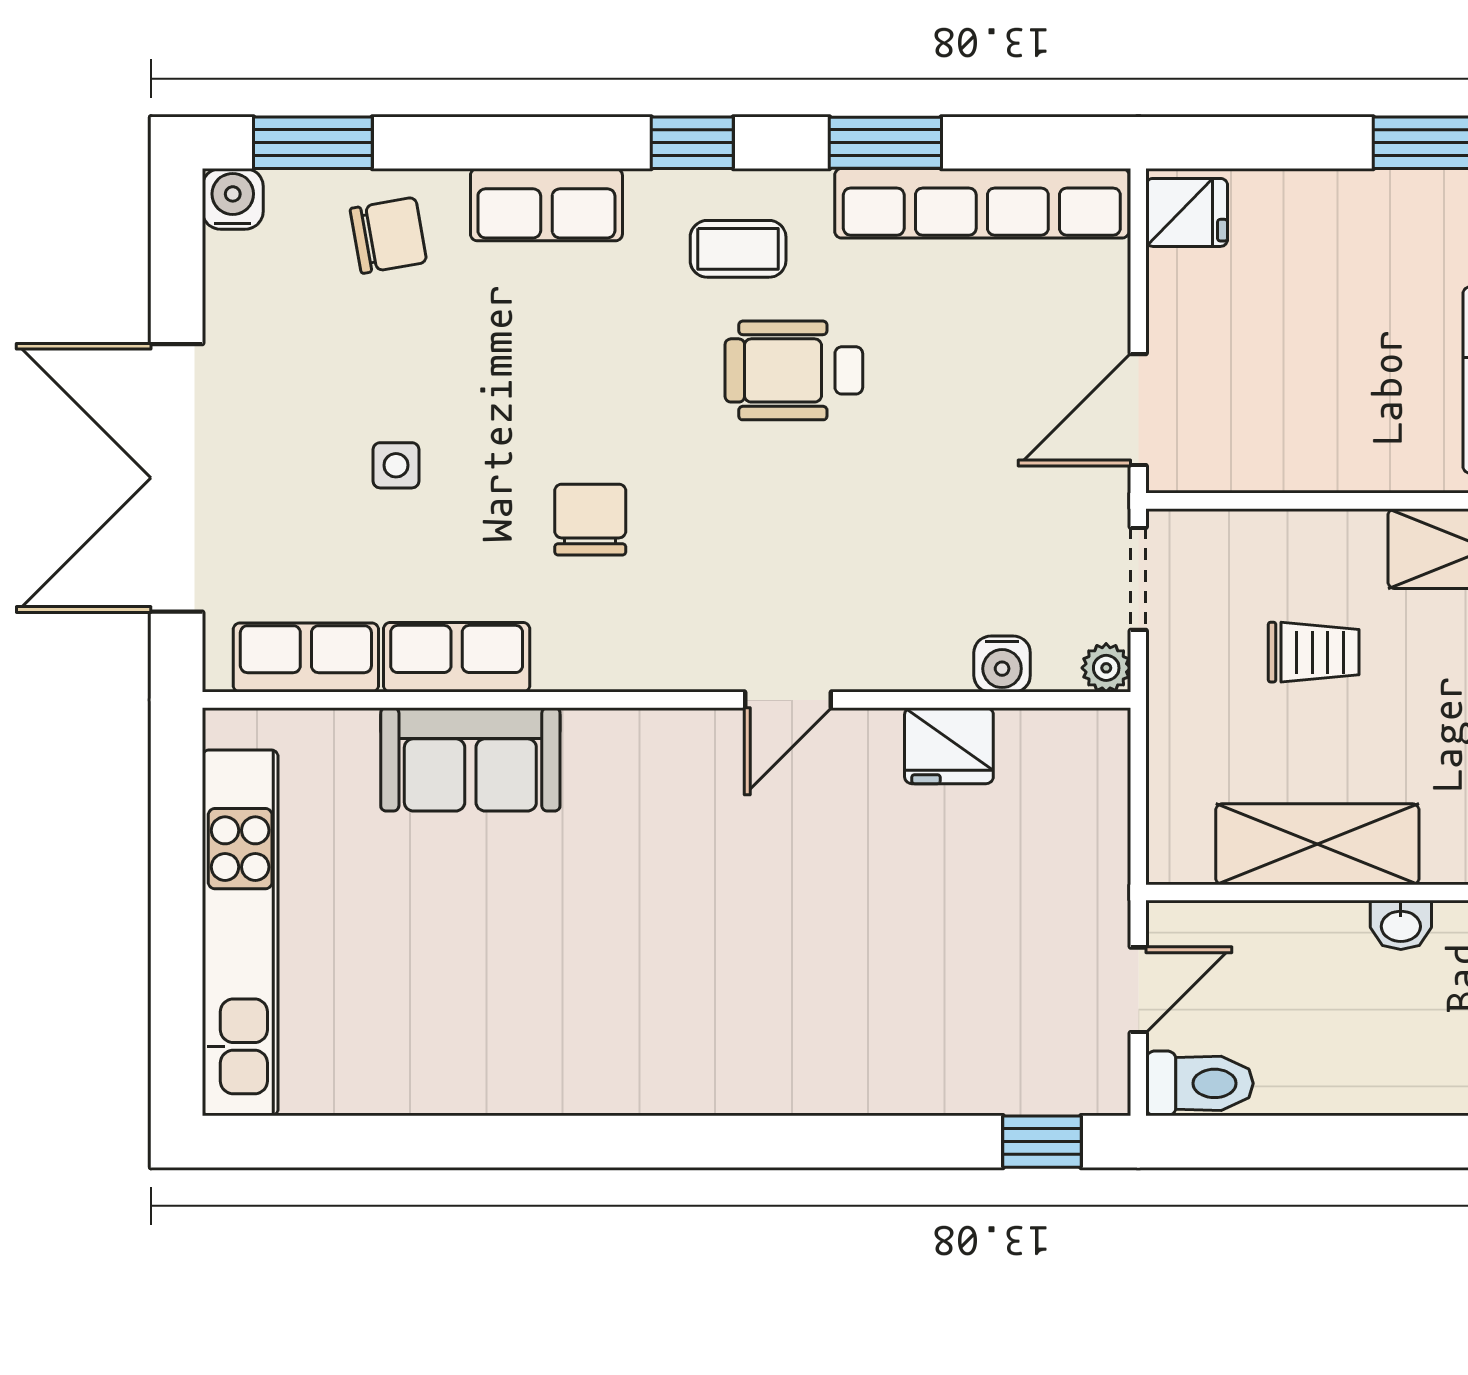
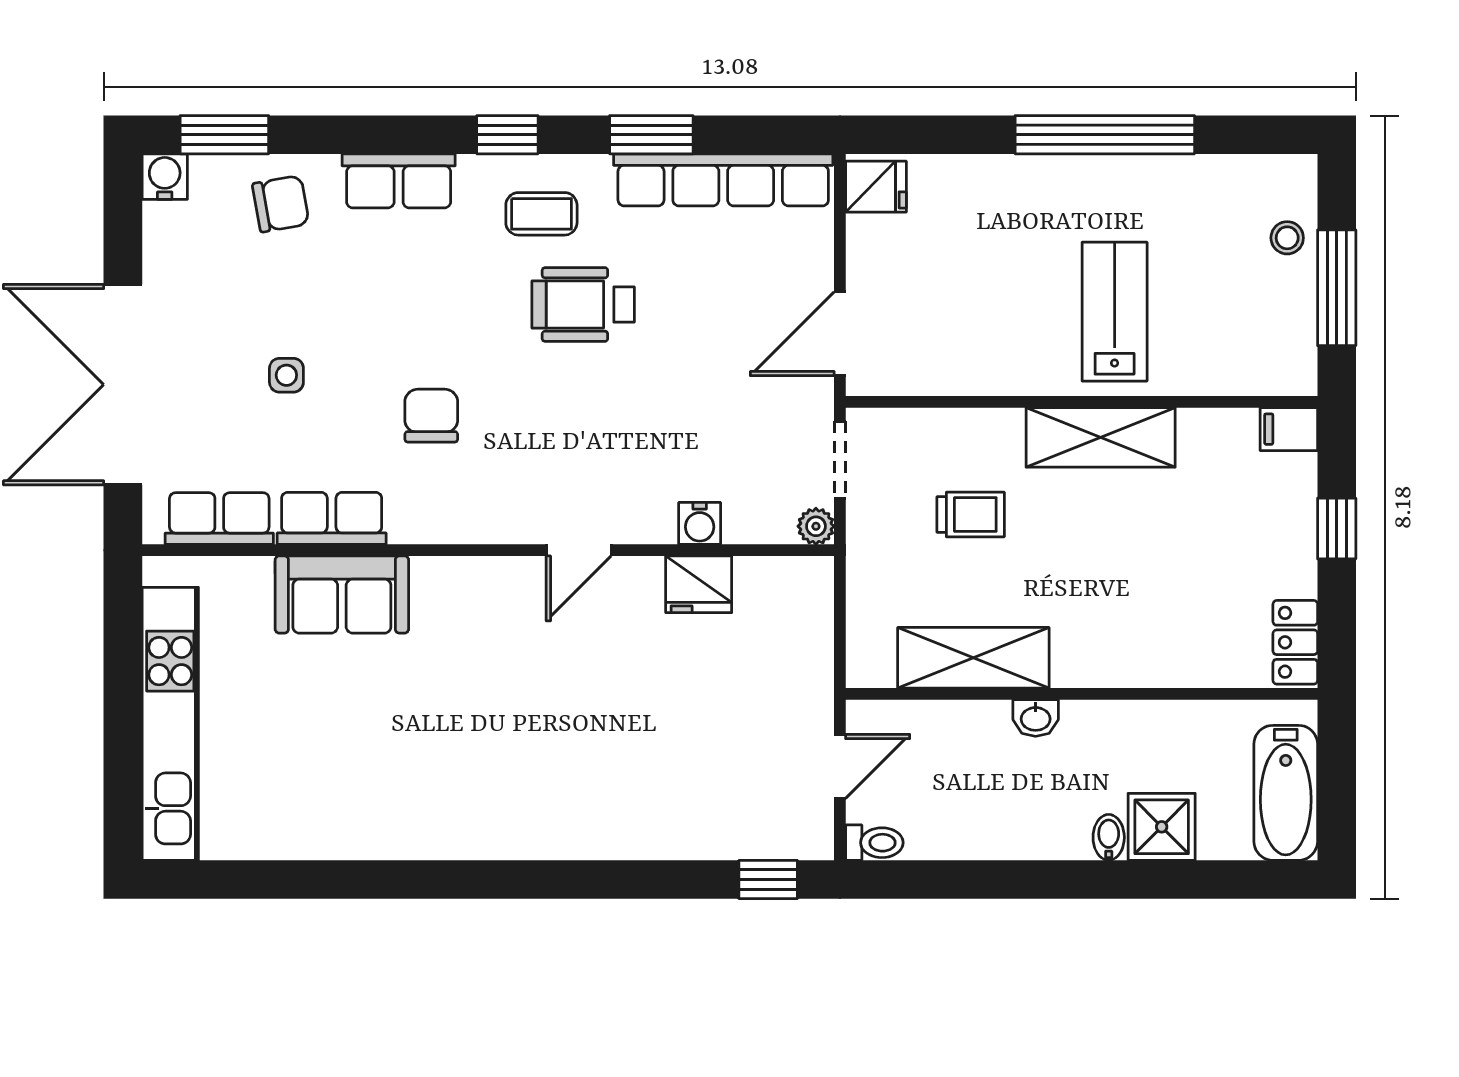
water cooler: (1002, 664) -> (700, 523), moved
toilet: (1200, 1083) -> (874, 843), width x0.73, depth x0.72

